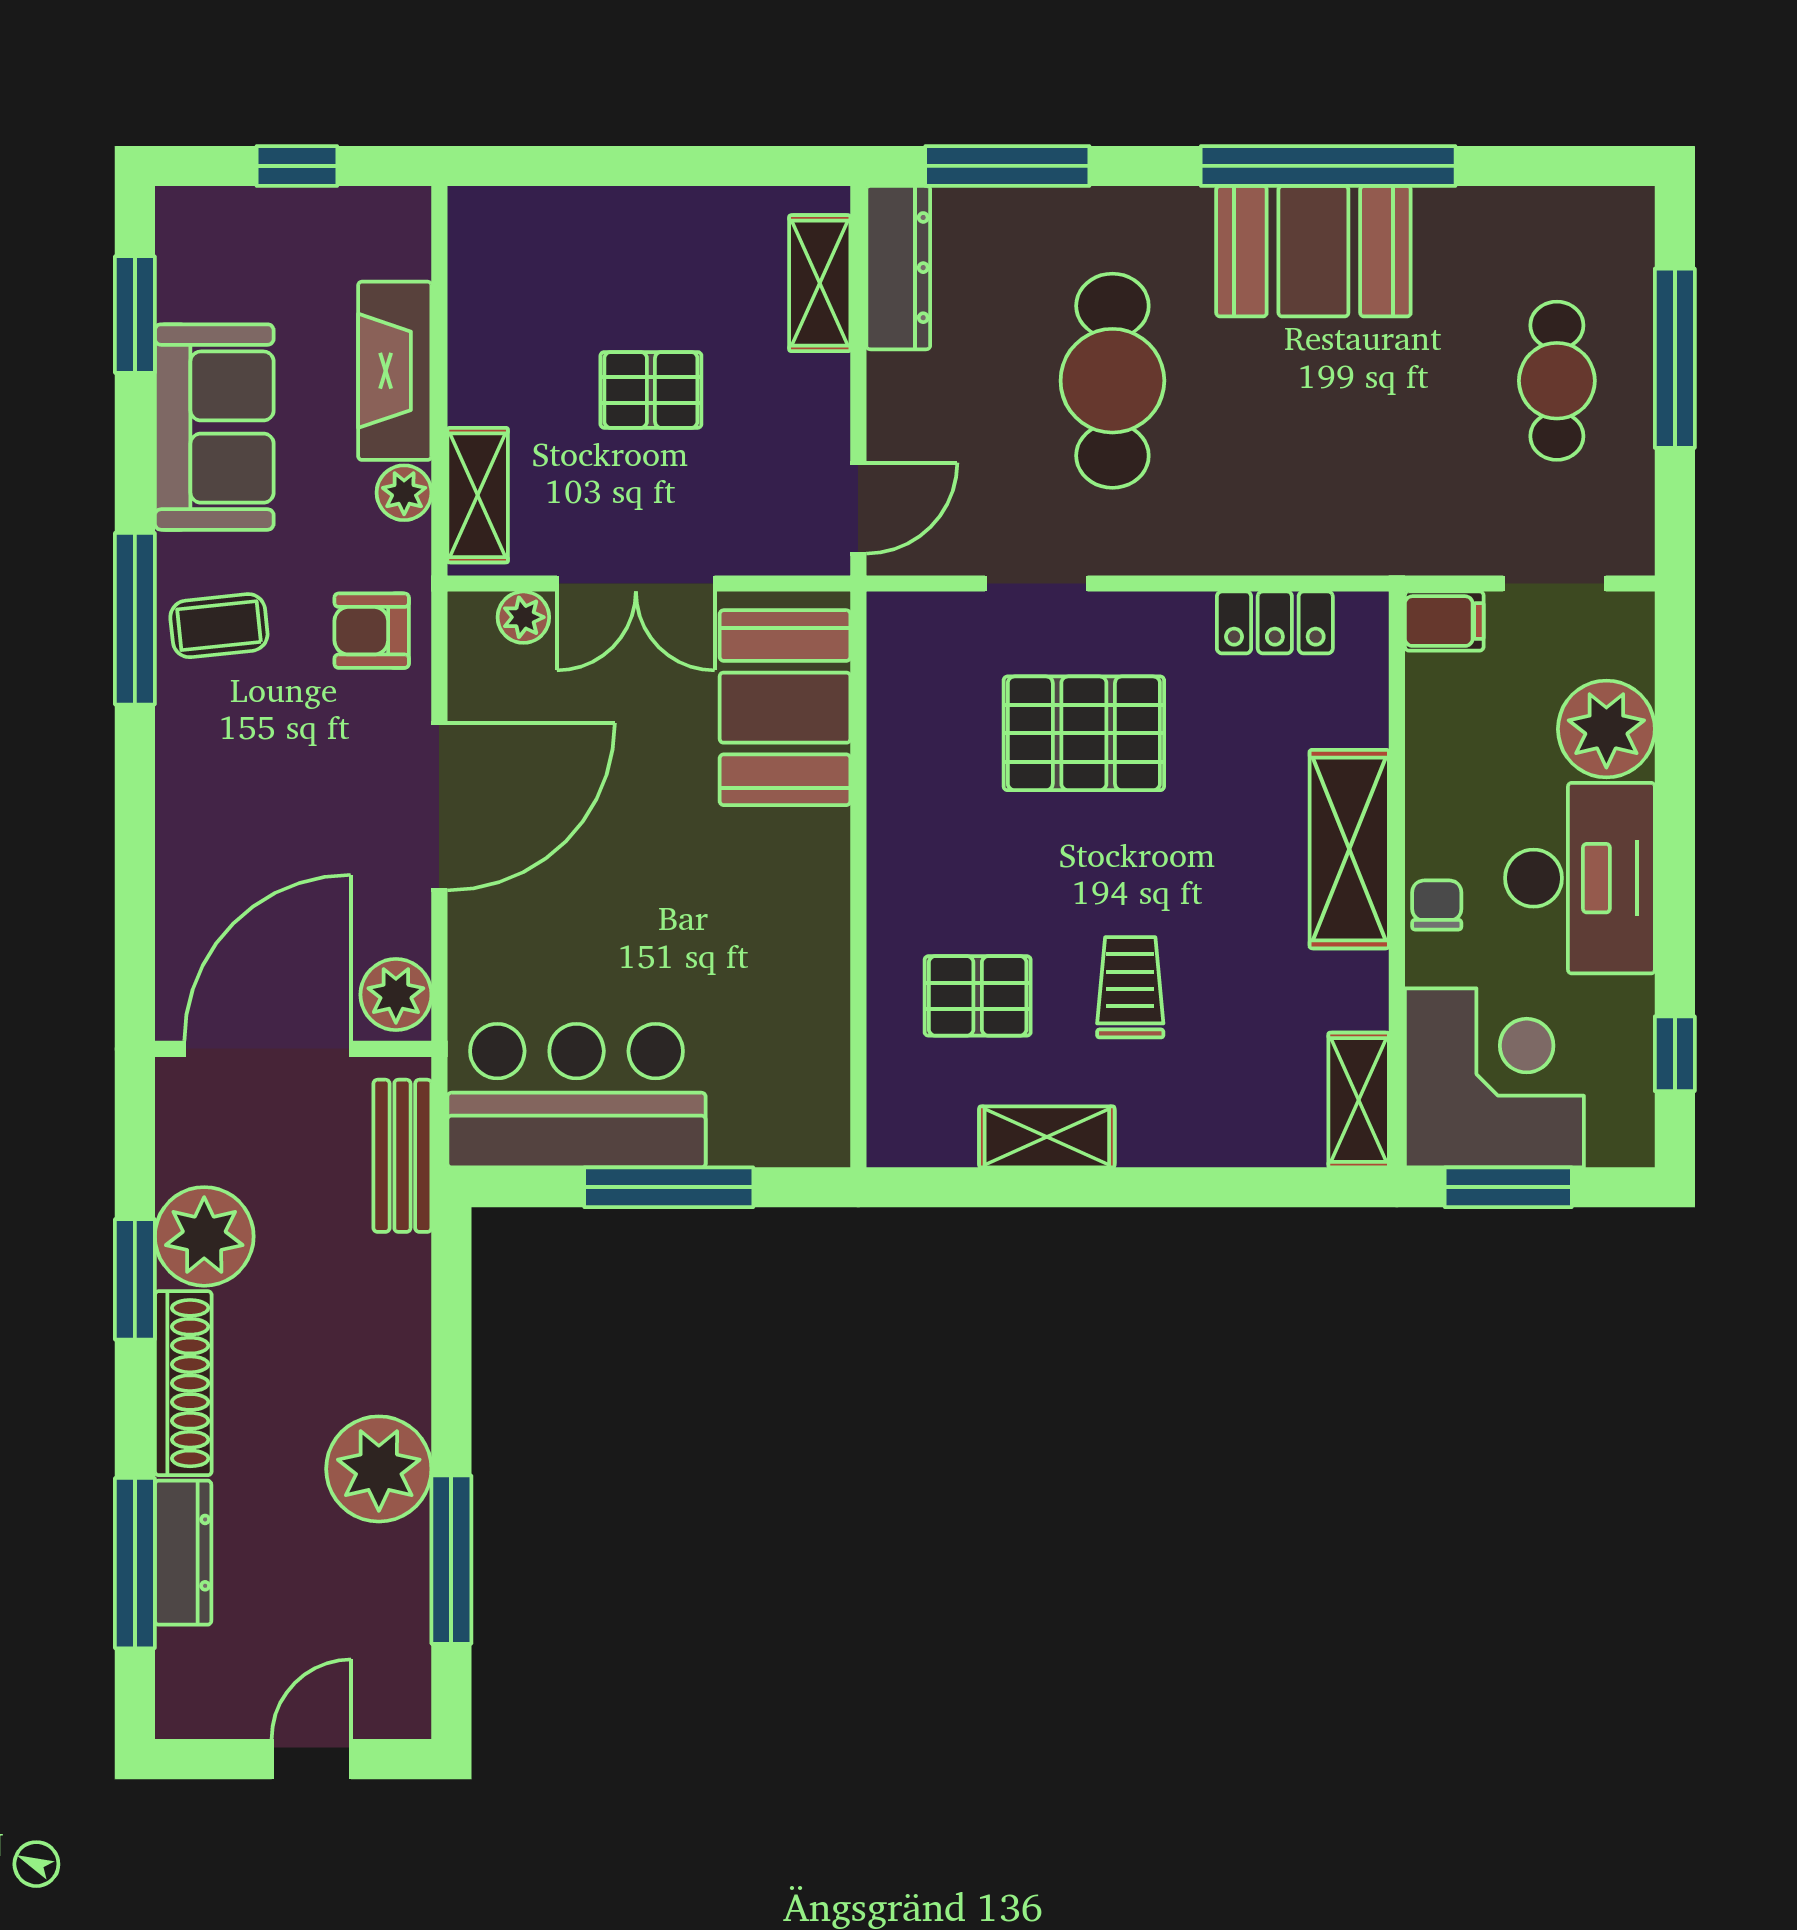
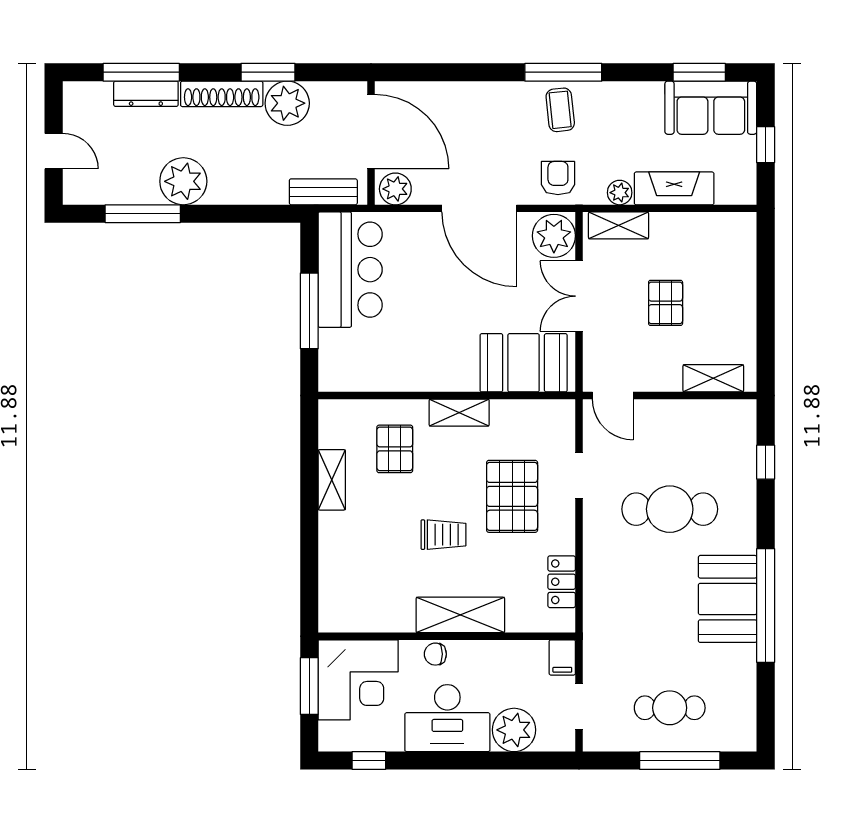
window: (1007, 166) -> (766, 462), width x0.46
dresser: (898, 268) -> (720, 413), removed
sofa: (214, 427) -> (711, 108), moved
plant: (523, 617) -> (554, 236), width x1.88, depth x1.88
chair: (1437, 905) -> (435, 654), turned 180
trolley: (1130, 987) -> (443, 535), moved
shelving: (1359, 1100) -> (459, 413), moved

